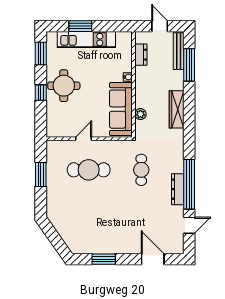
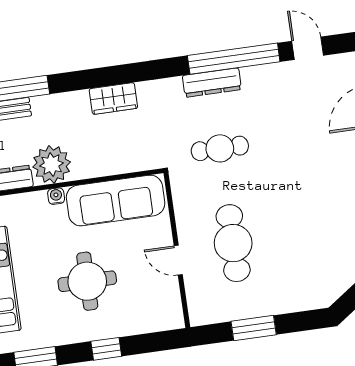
round table: (64, 86) -> (87, 281), moved
wardrobe: (177, 109) -> (113, 99), width x0.67
plant: (140, 114) -> (52, 164), moved, width x1.87, depth x1.87
dresser: (178, 189) -> (212, 83), moved

